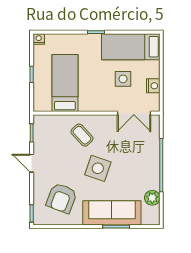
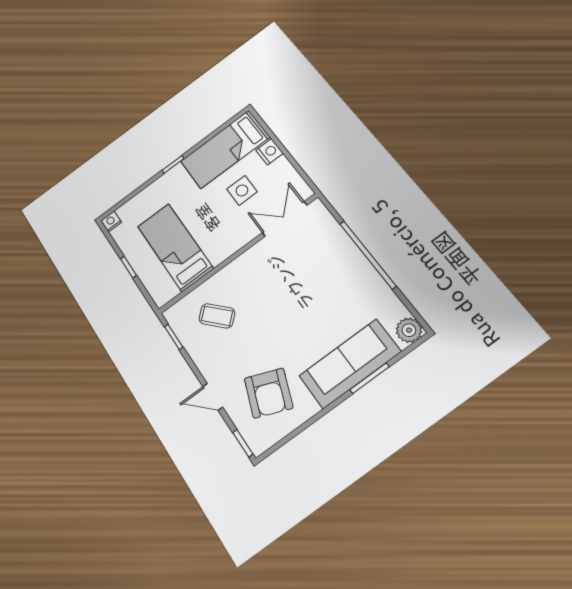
nightstand: (153, 86) -> (269, 152), moved
double door: (134, 113) -> (285, 219), swing flipped
coffee table: (82, 135) -> (217, 316), moved
door: (32, 163) -> (213, 397), moved
side table: (98, 168) -> (288, 319), removed
plant: (152, 198) -> (409, 330), moved

